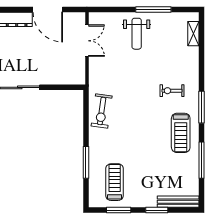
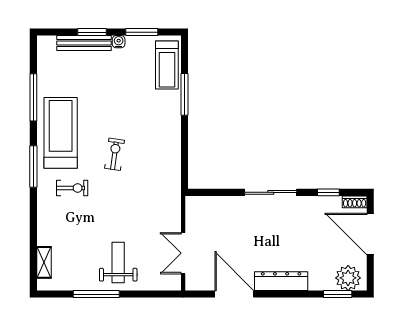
exercise bike: (102, 111) -> (115, 154), moved, width x0.73, depth x0.72
treadmill: (181, 133) -> (61, 133), width x1.37, depth x1.38
treadmill: (115, 182) -> (167, 65), moved
bench: (178, 202) -> (84, 43), moved
water cooler: (136, 203) -> (119, 42), added

